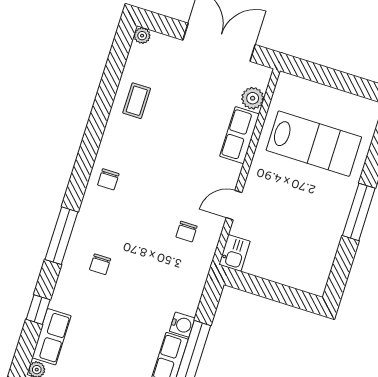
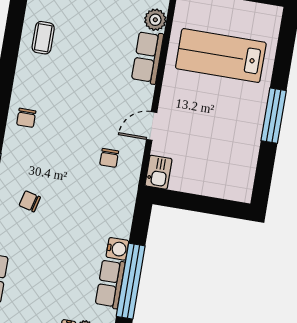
lab bench: (314, 144) -> (221, 55), turned 180
chair: (100, 264) -> (30, 201), turned 104

